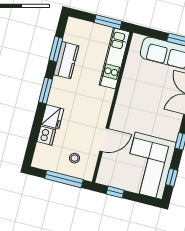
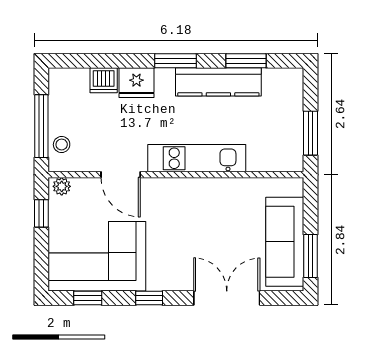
kitchen unit: (115, 58) -> (197, 158), moved
kitchen counter: (66, 60) -> (218, 82), width x1.50
stool: (74, 158) -> (62, 145), moved
plant: (102, 176) -> (62, 186), added

